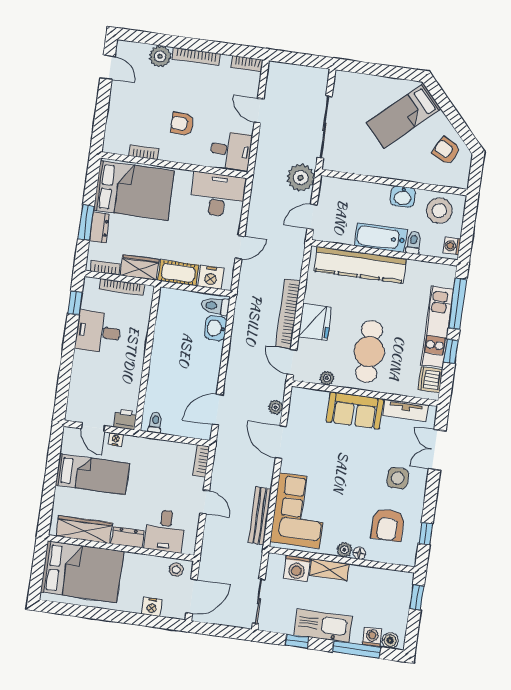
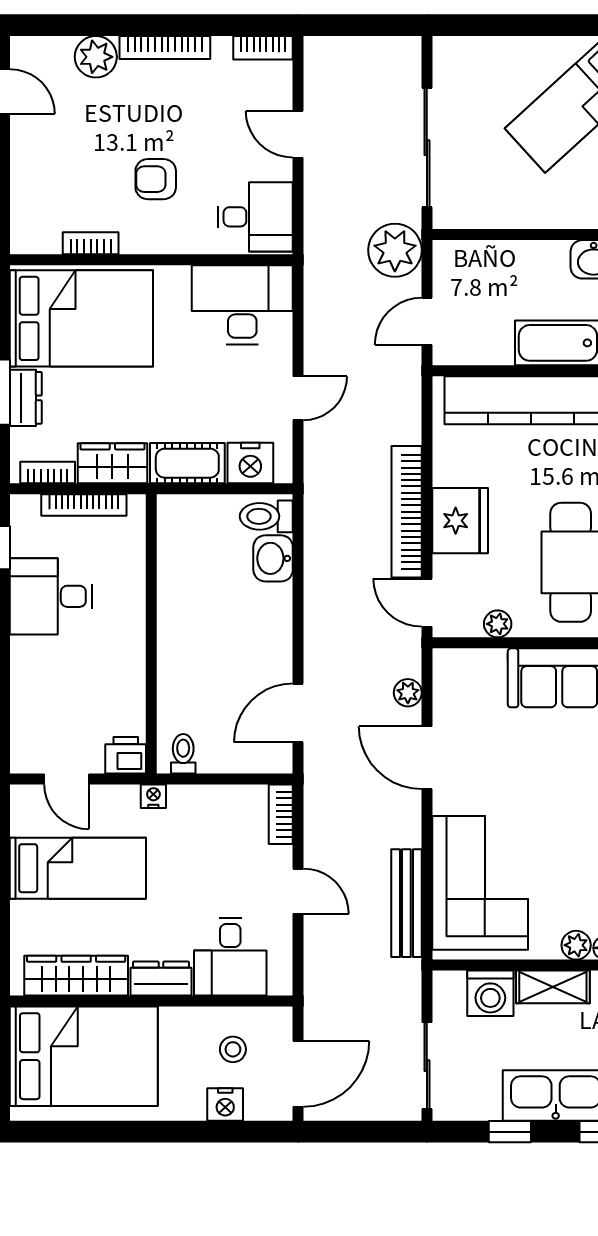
nightstand: (116, 439) -> (153, 796), moved
stool: (176, 570) -> (233, 1049), moved

